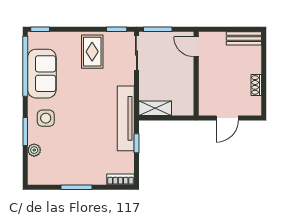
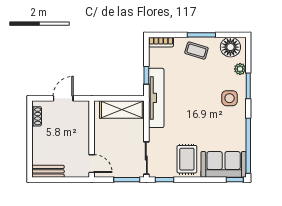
sofa: (42, 74) -> (224, 164), moved, turned 90
shoe rack: (256, 85) -> (37, 116), moved
shelving: (155, 108) -> (122, 110), width x1.50, depth x1.33
coffee table: (82, 170) -> (196, 51), added
floor lamp: (45, 174) -> (230, 47), added

